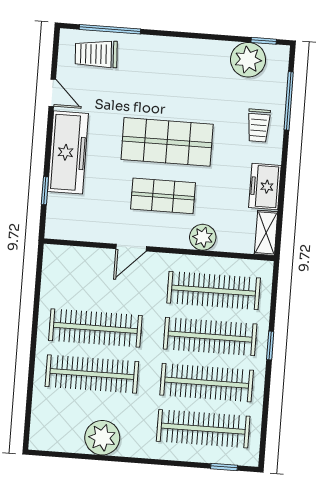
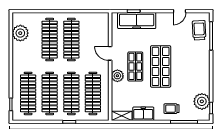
freezer: (68, 152) -> (137, 21), moved
plant: (203, 237) -> (117, 76), moved
plant: (102, 438) -> (20, 33), moved

